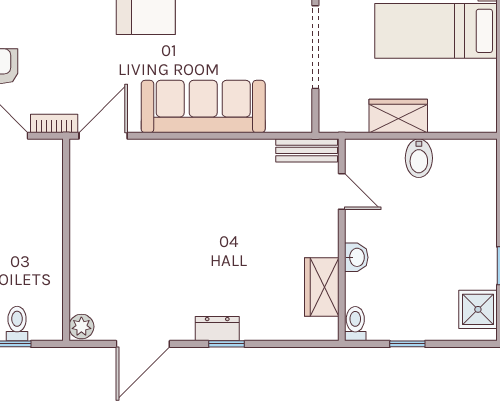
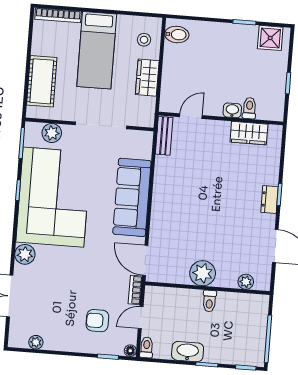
stool: (459, 106) -> (144, 40), added
bidet: (419, 158) -> (177, 35), moved
plant: (90, 230) -> (203, 273), added
toilet: (17, 324) -> (209, 301), moved, turned -90
toilet: (355, 324) -> (249, 108), moved, turned 90
plant: (81, 327) -> (246, 282), moved

